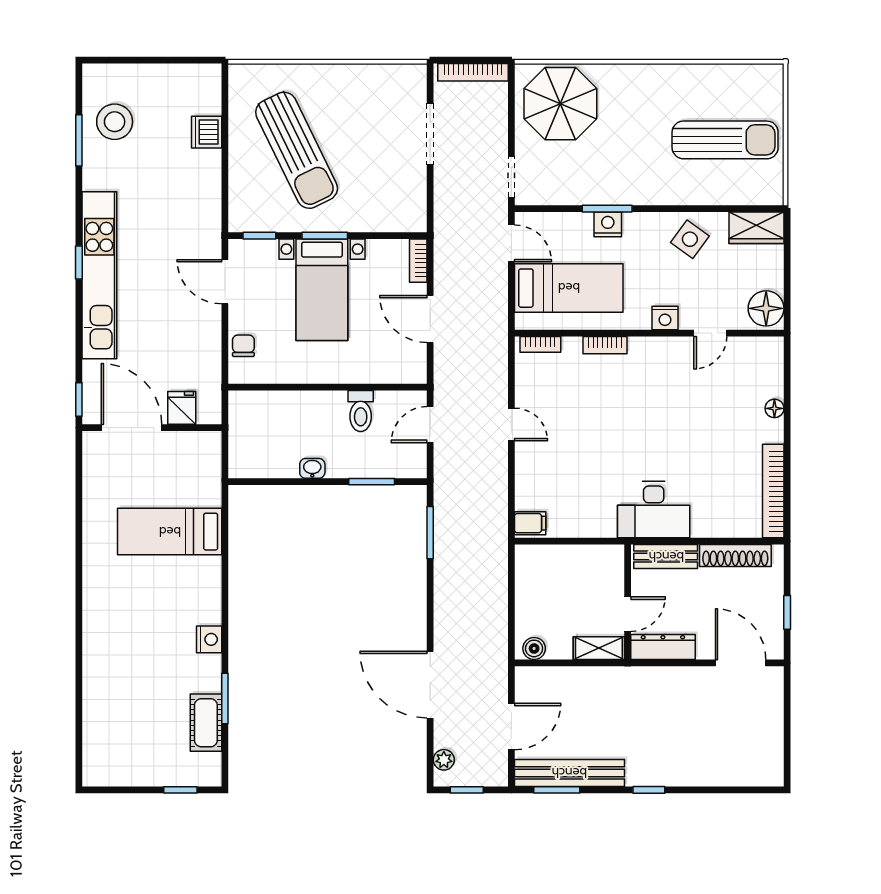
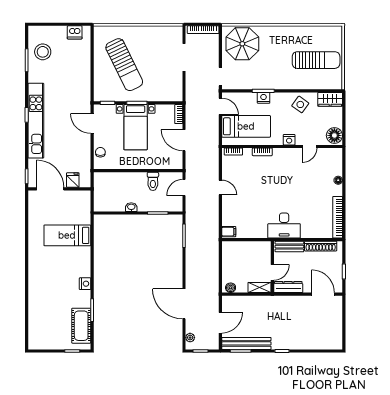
dishwasher: (207, 132) -> (75, 32), moved, turned -90
cot: (206, 723) -> (81, 326), width x1.37, depth x1.34

